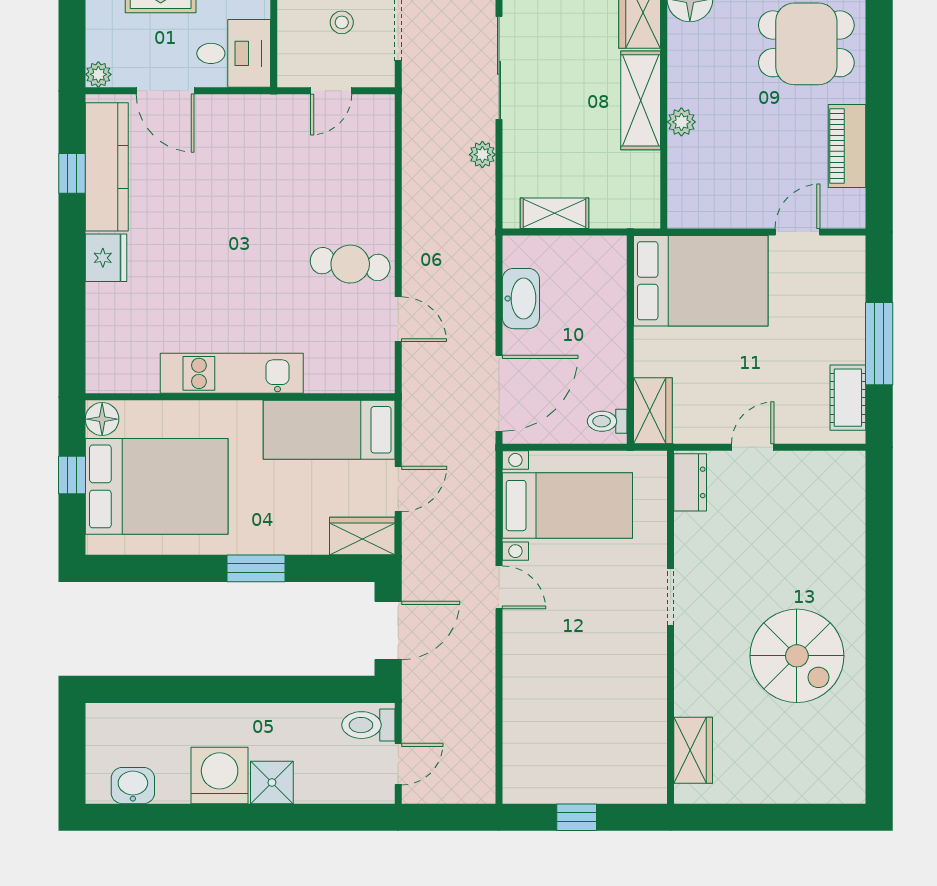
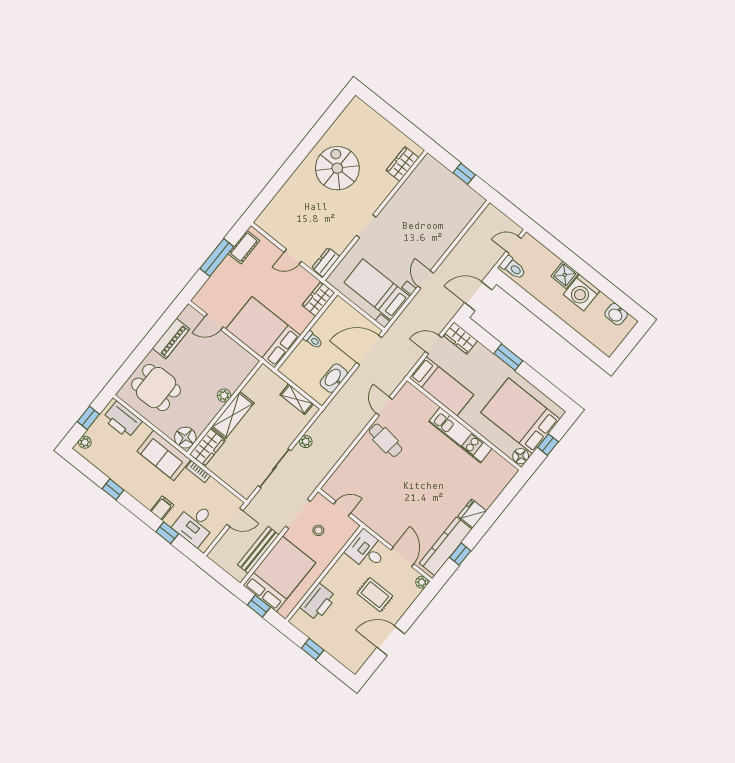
toilet: (607, 421) -> (313, 340), moved

